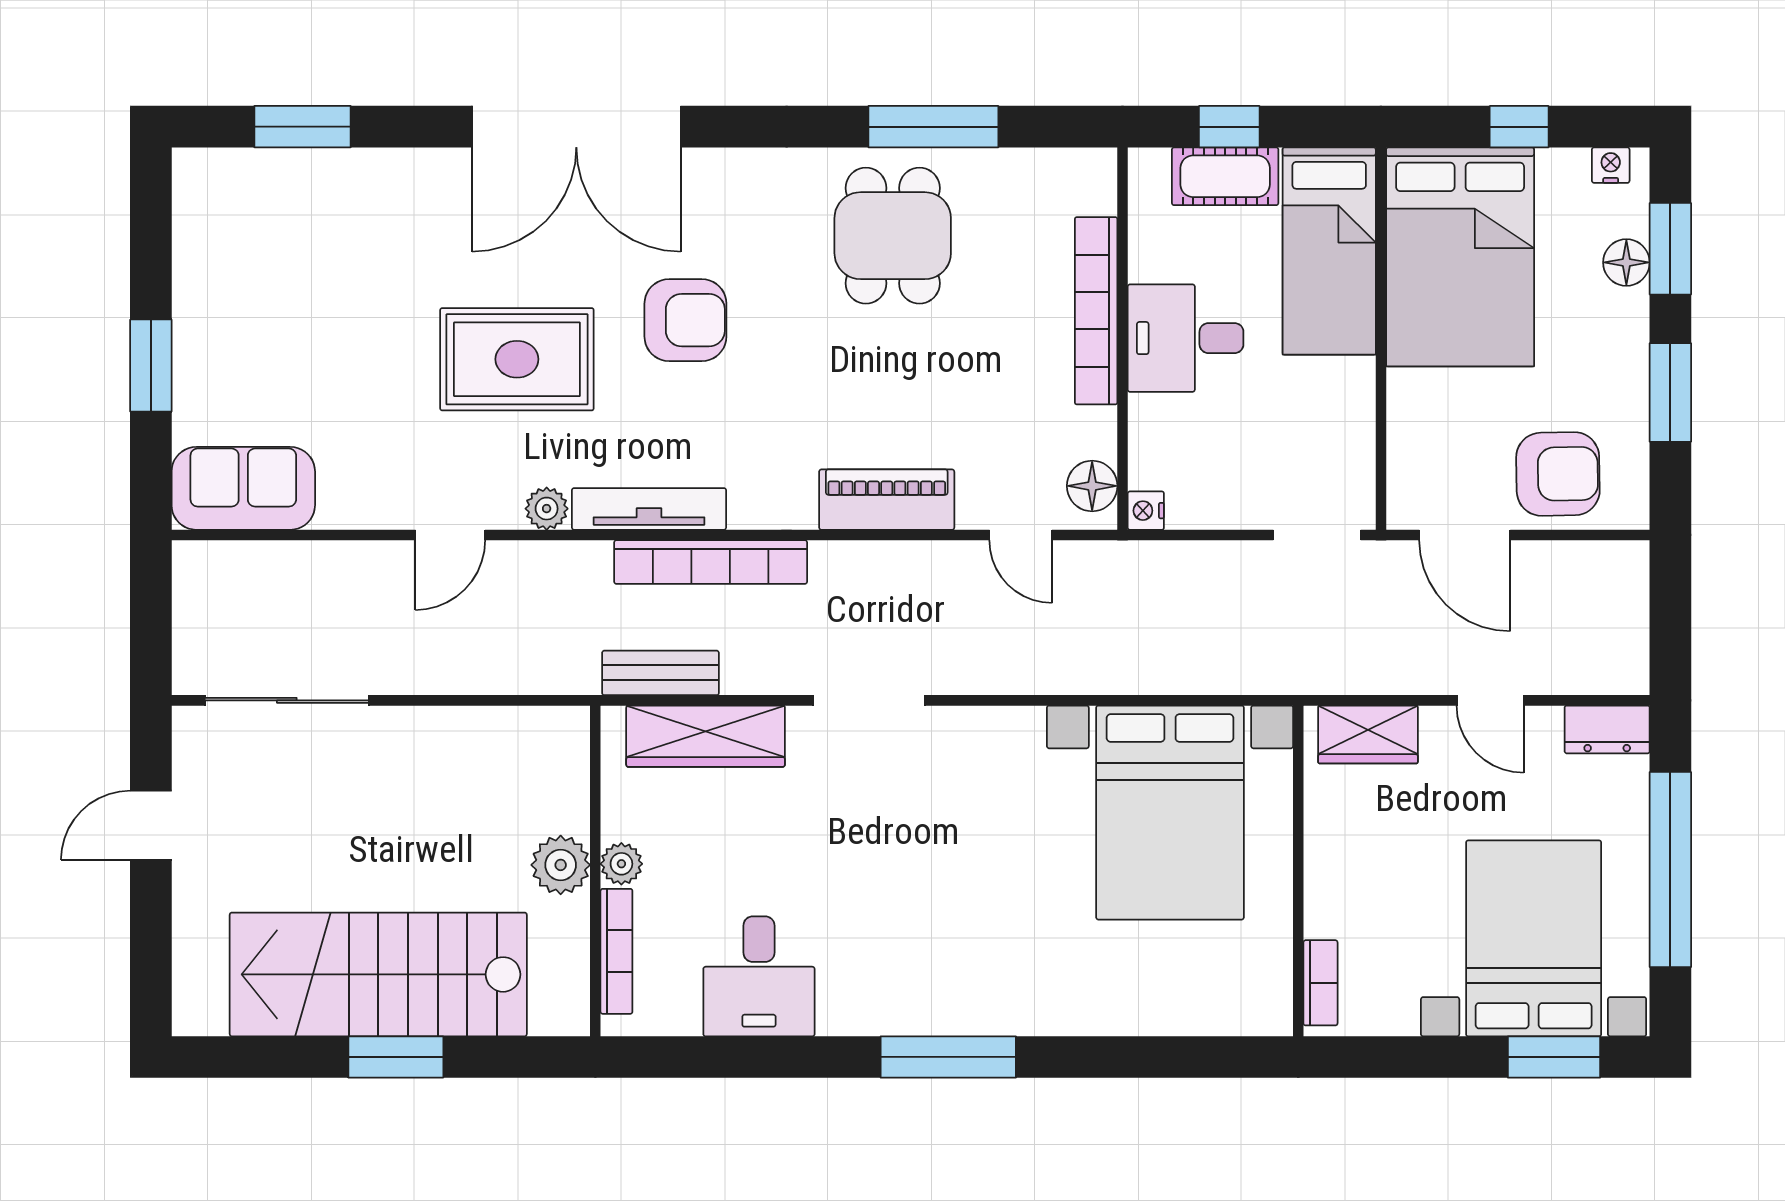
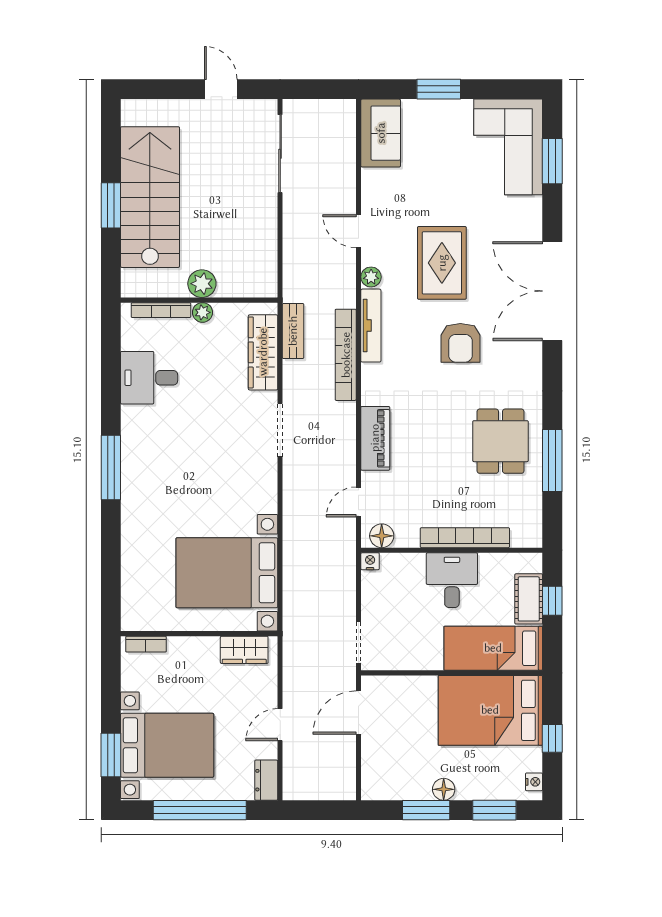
corner sofa: (273, 219) -> (508, 147), added
dining table: (893, 236) -> (500, 441), turned 90
floor lamp: (1626, 262) -> (444, 789), moved
armchair: (1558, 474) -> (387, 757), removed
wardrobe: (1368, 735) -> (244, 650), moved, turned -90

